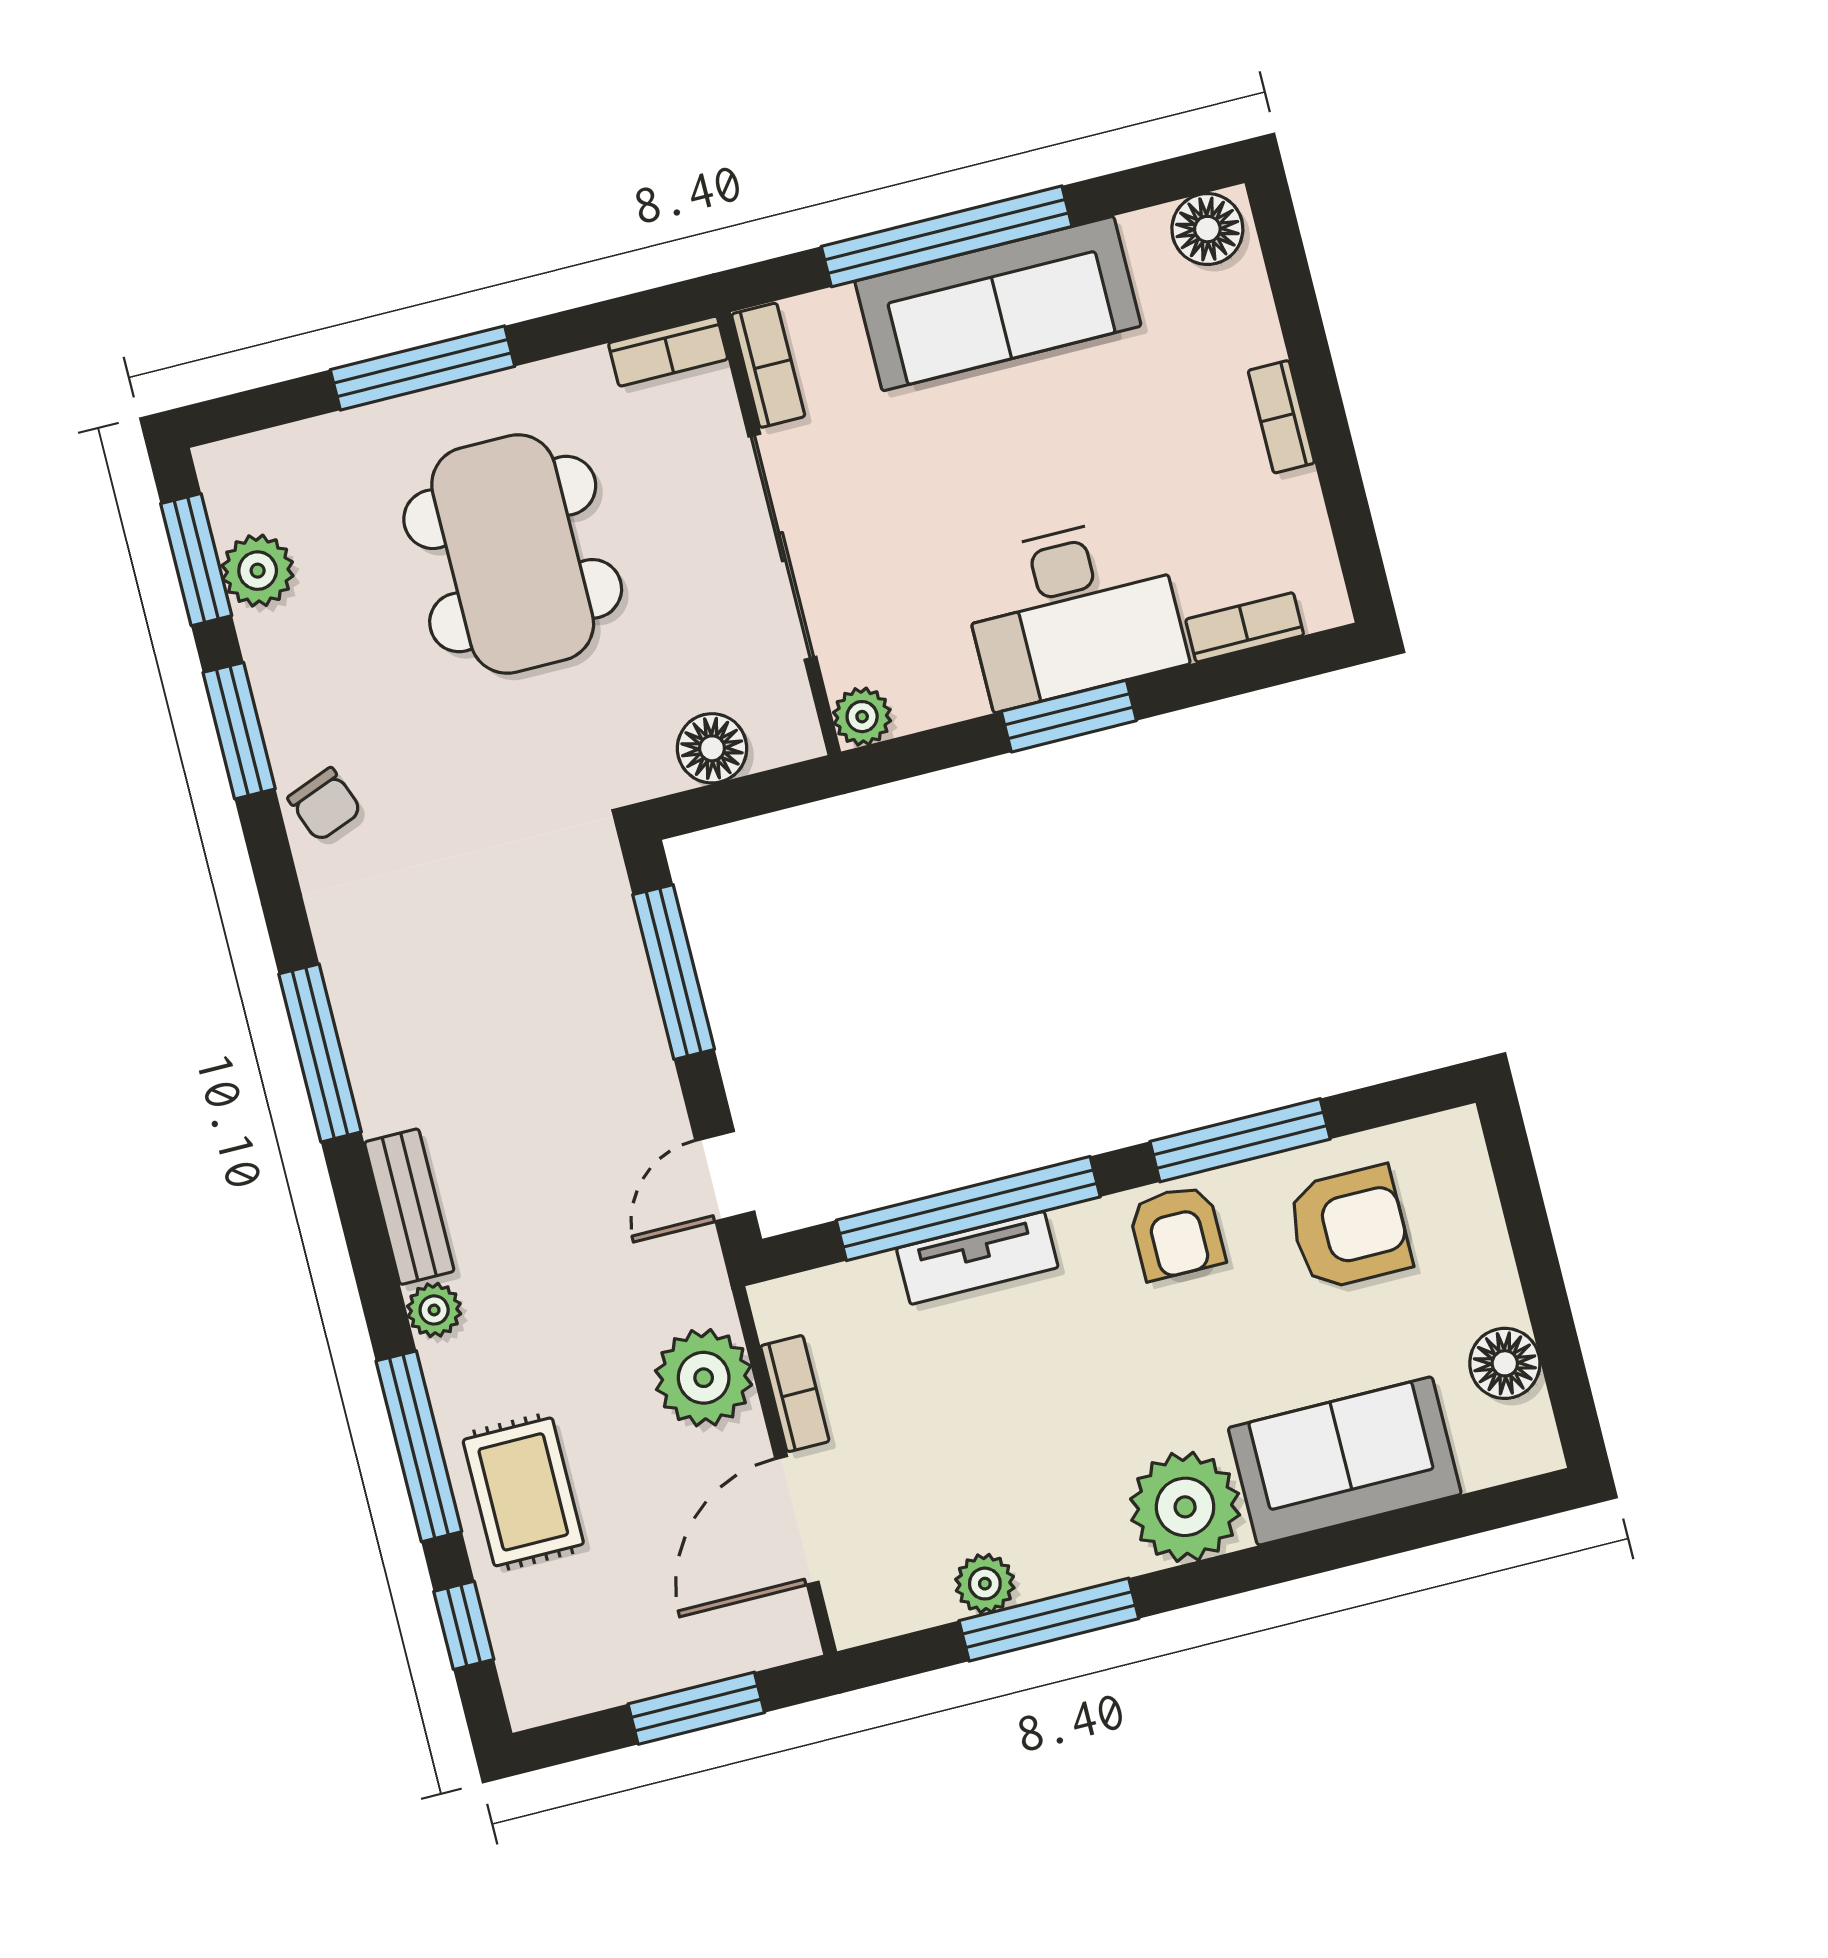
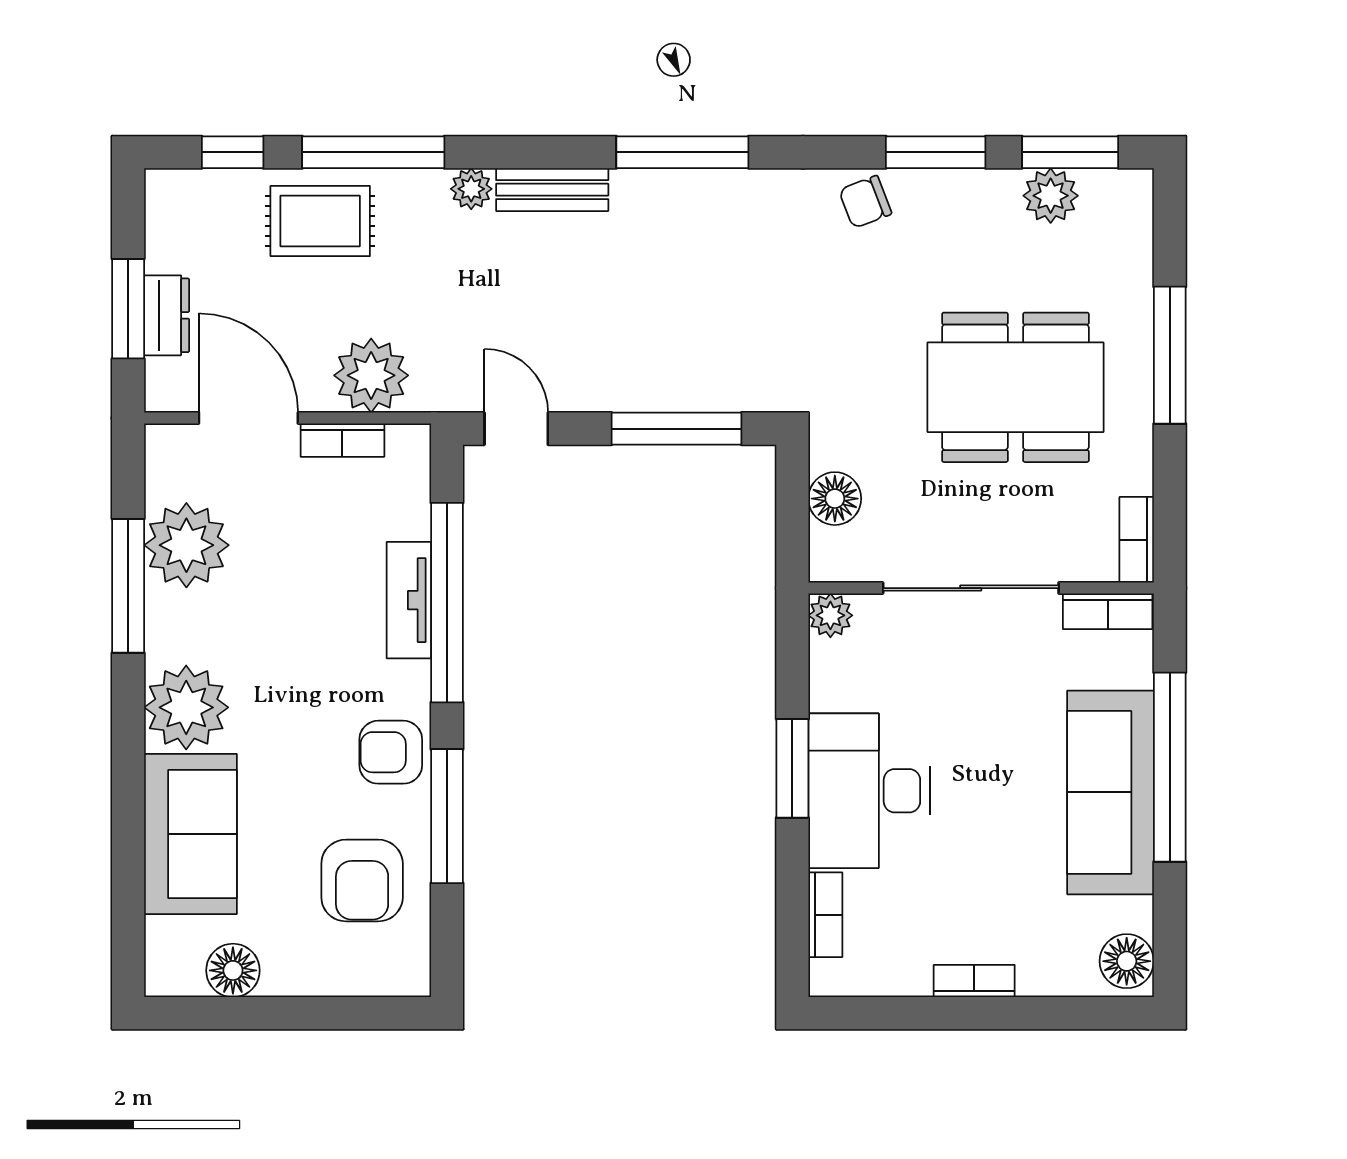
plant: (985, 1584) -> (186, 545), width x1.88, depth x1.88
dresser: (692, 1657) -> (167, 315), added

